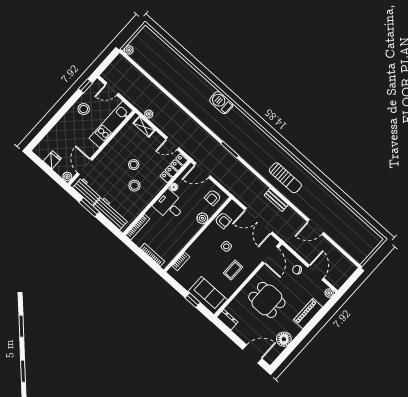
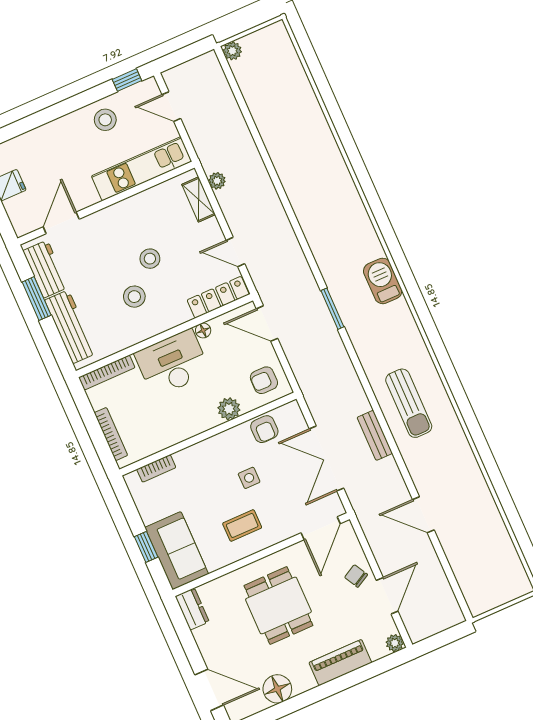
barbecue: (221, 103) -> (383, 281), moved
plant: (67, 176) -> (22, 227), removed
desk: (169, 205) -> (172, 363), width x1.37

